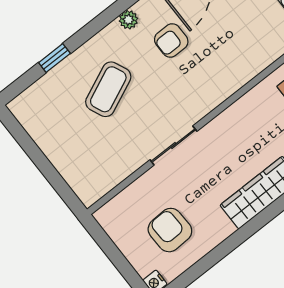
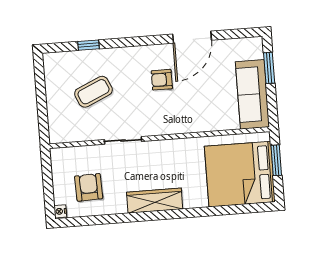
plant: (128, 20) -> (145, 52), removed
coffee table: (108, 89) -> (93, 92), moved

